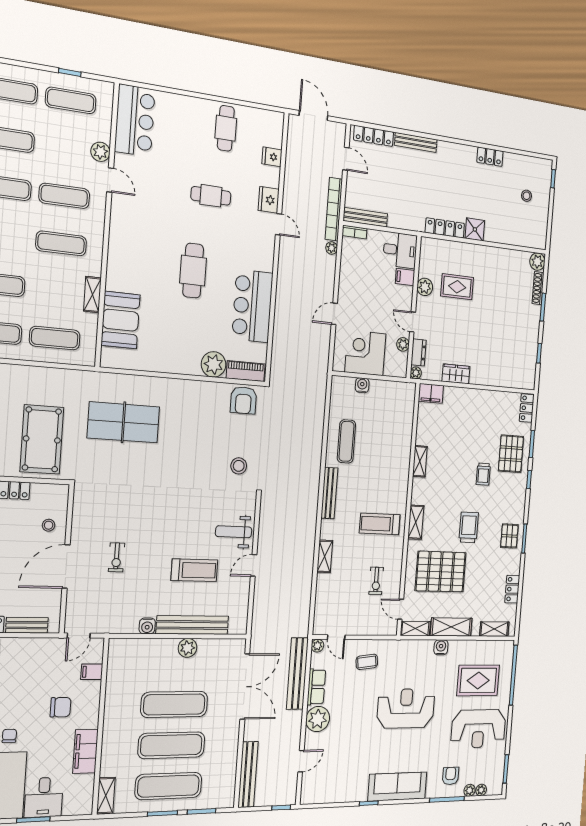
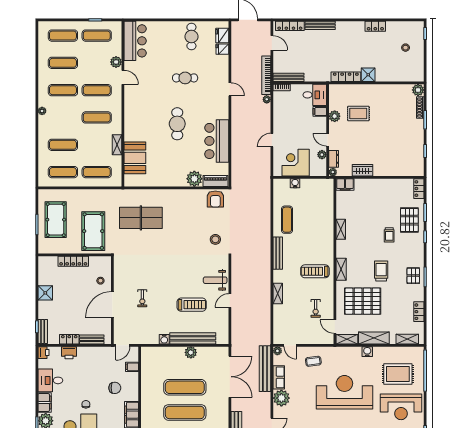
fridge: (269, 200) -> (222, 36), moved
reception desk: (406, 708) -> (344, 392), width x1.36, depth x1.30

